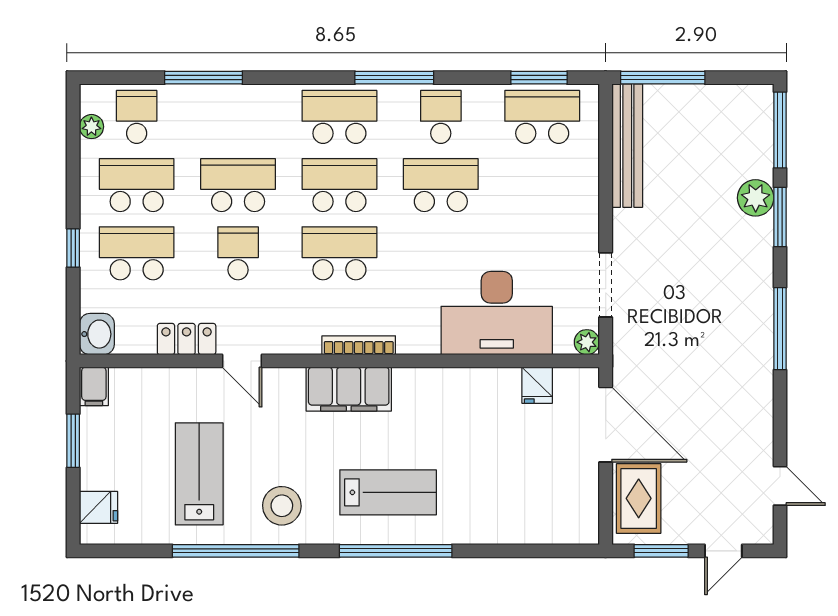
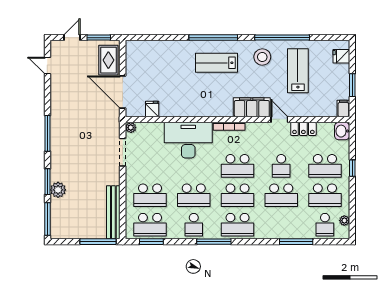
school desk: (542, 185) -> (150, 195), added
desk: (497, 313) -> (188, 140), moved
filing cabinet: (349, 389) -> (252, 107), moved
lab bench: (199, 474) -> (298, 71), turned 180

